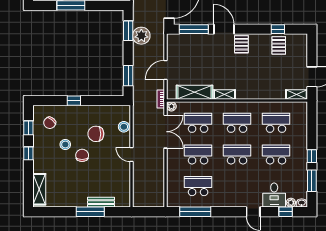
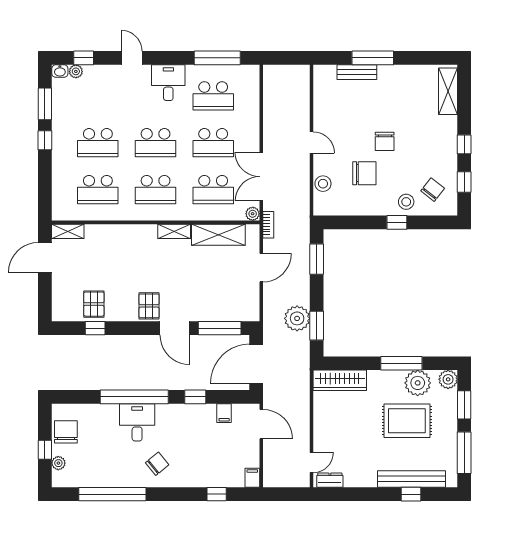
stool: (65, 144) -> (406, 202), moved
desk: (274, 195) -> (168, 83), moved

